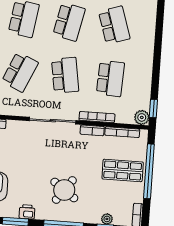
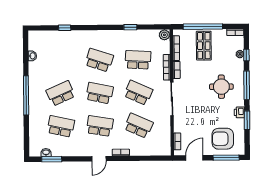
school desk: (114, 25) -> (99, 60), turned 36
school desk: (65, 75) -> (138, 93), turned 33
window: (153, 108) -> (130, 27), moved
round table: (64, 190) -> (221, 87), turned -36

